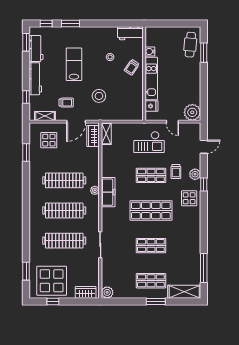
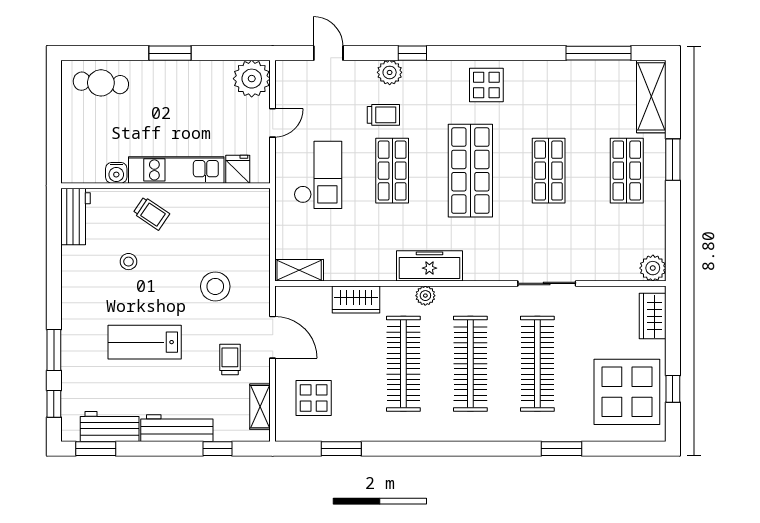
window: (204, 53) -> (170, 53), moved
wardrobe: (93, 136) -> (356, 299), moved
display table: (189, 198) -> (486, 85), moved
window: (26, 271) -> (562, 449), moved

